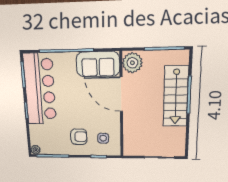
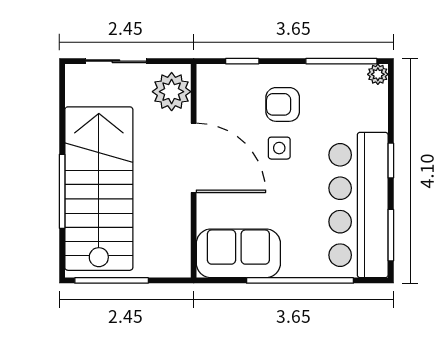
plant: (132, 63) -> (172, 92), moved
door: (121, 94) -> (194, 158), moved
stairs: (176, 96) -> (99, 189), width x1.36, depth x1.51
side table: (103, 138) -> (279, 148), moved

